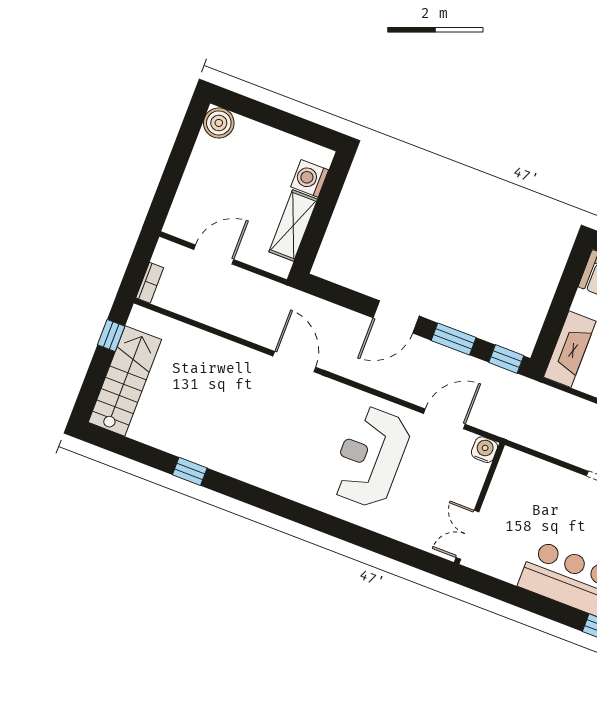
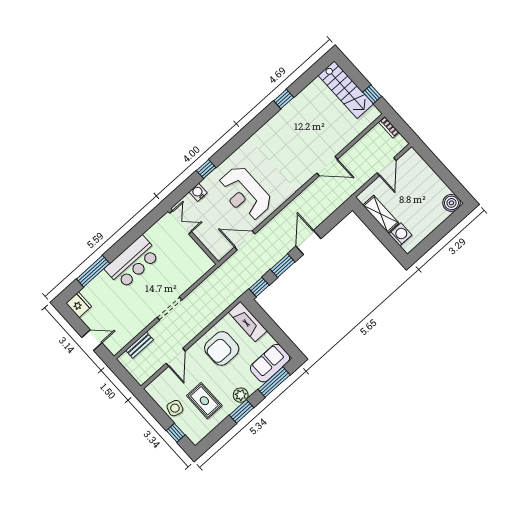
door: (294, 362) -> (327, 166), moved
door: (444, 419) -> (245, 241), swing flipped
water cooler: (484, 450) -> (198, 192), moved, turned 180
reception desk: (370, 457) -> (245, 193), turned 180
window: (363, 537) -> (206, 169), added

